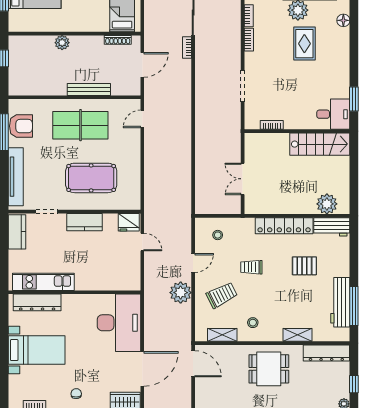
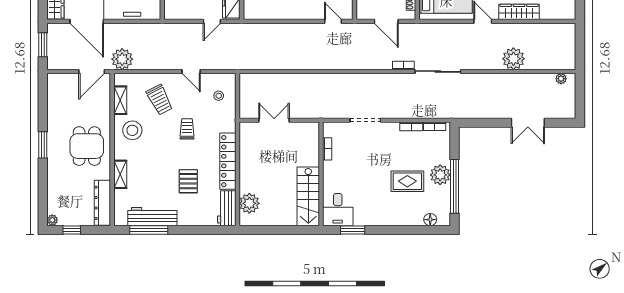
plant: (181, 293) -> (122, 59), moved
stool: (253, 323) -> (132, 130), width x1.89, depth x1.89

